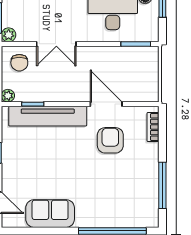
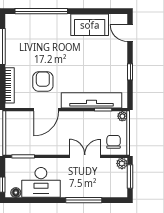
door: (106, 104) -> (46, 110), hinge flipped
bookcase: (153, 127) -> (10, 85), width x1.56
armchair: (110, 140) -> (43, 82), turned 180

